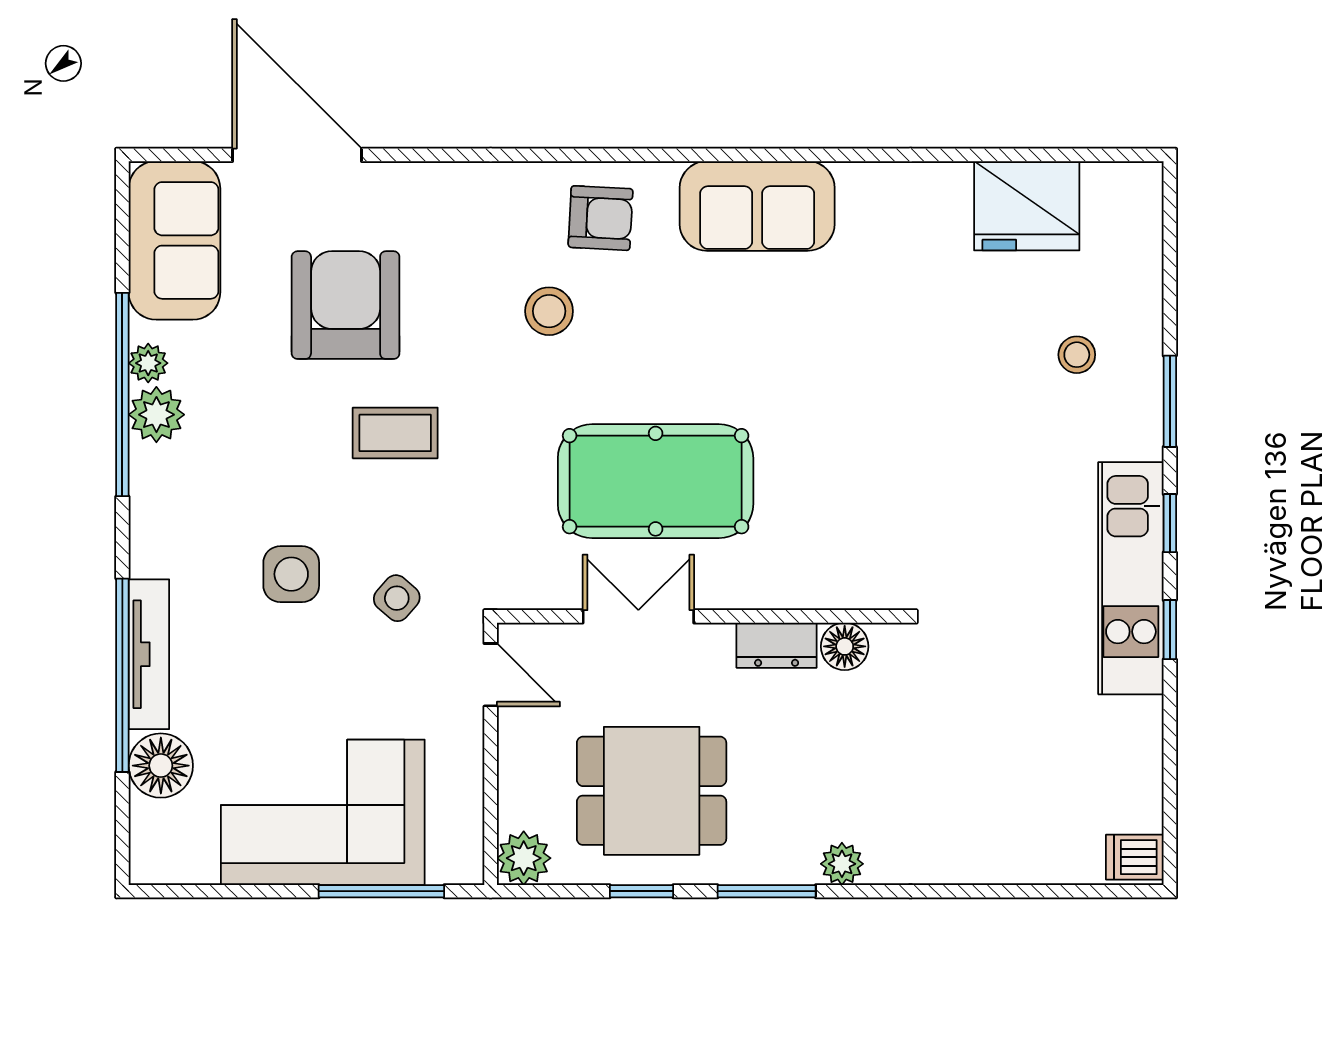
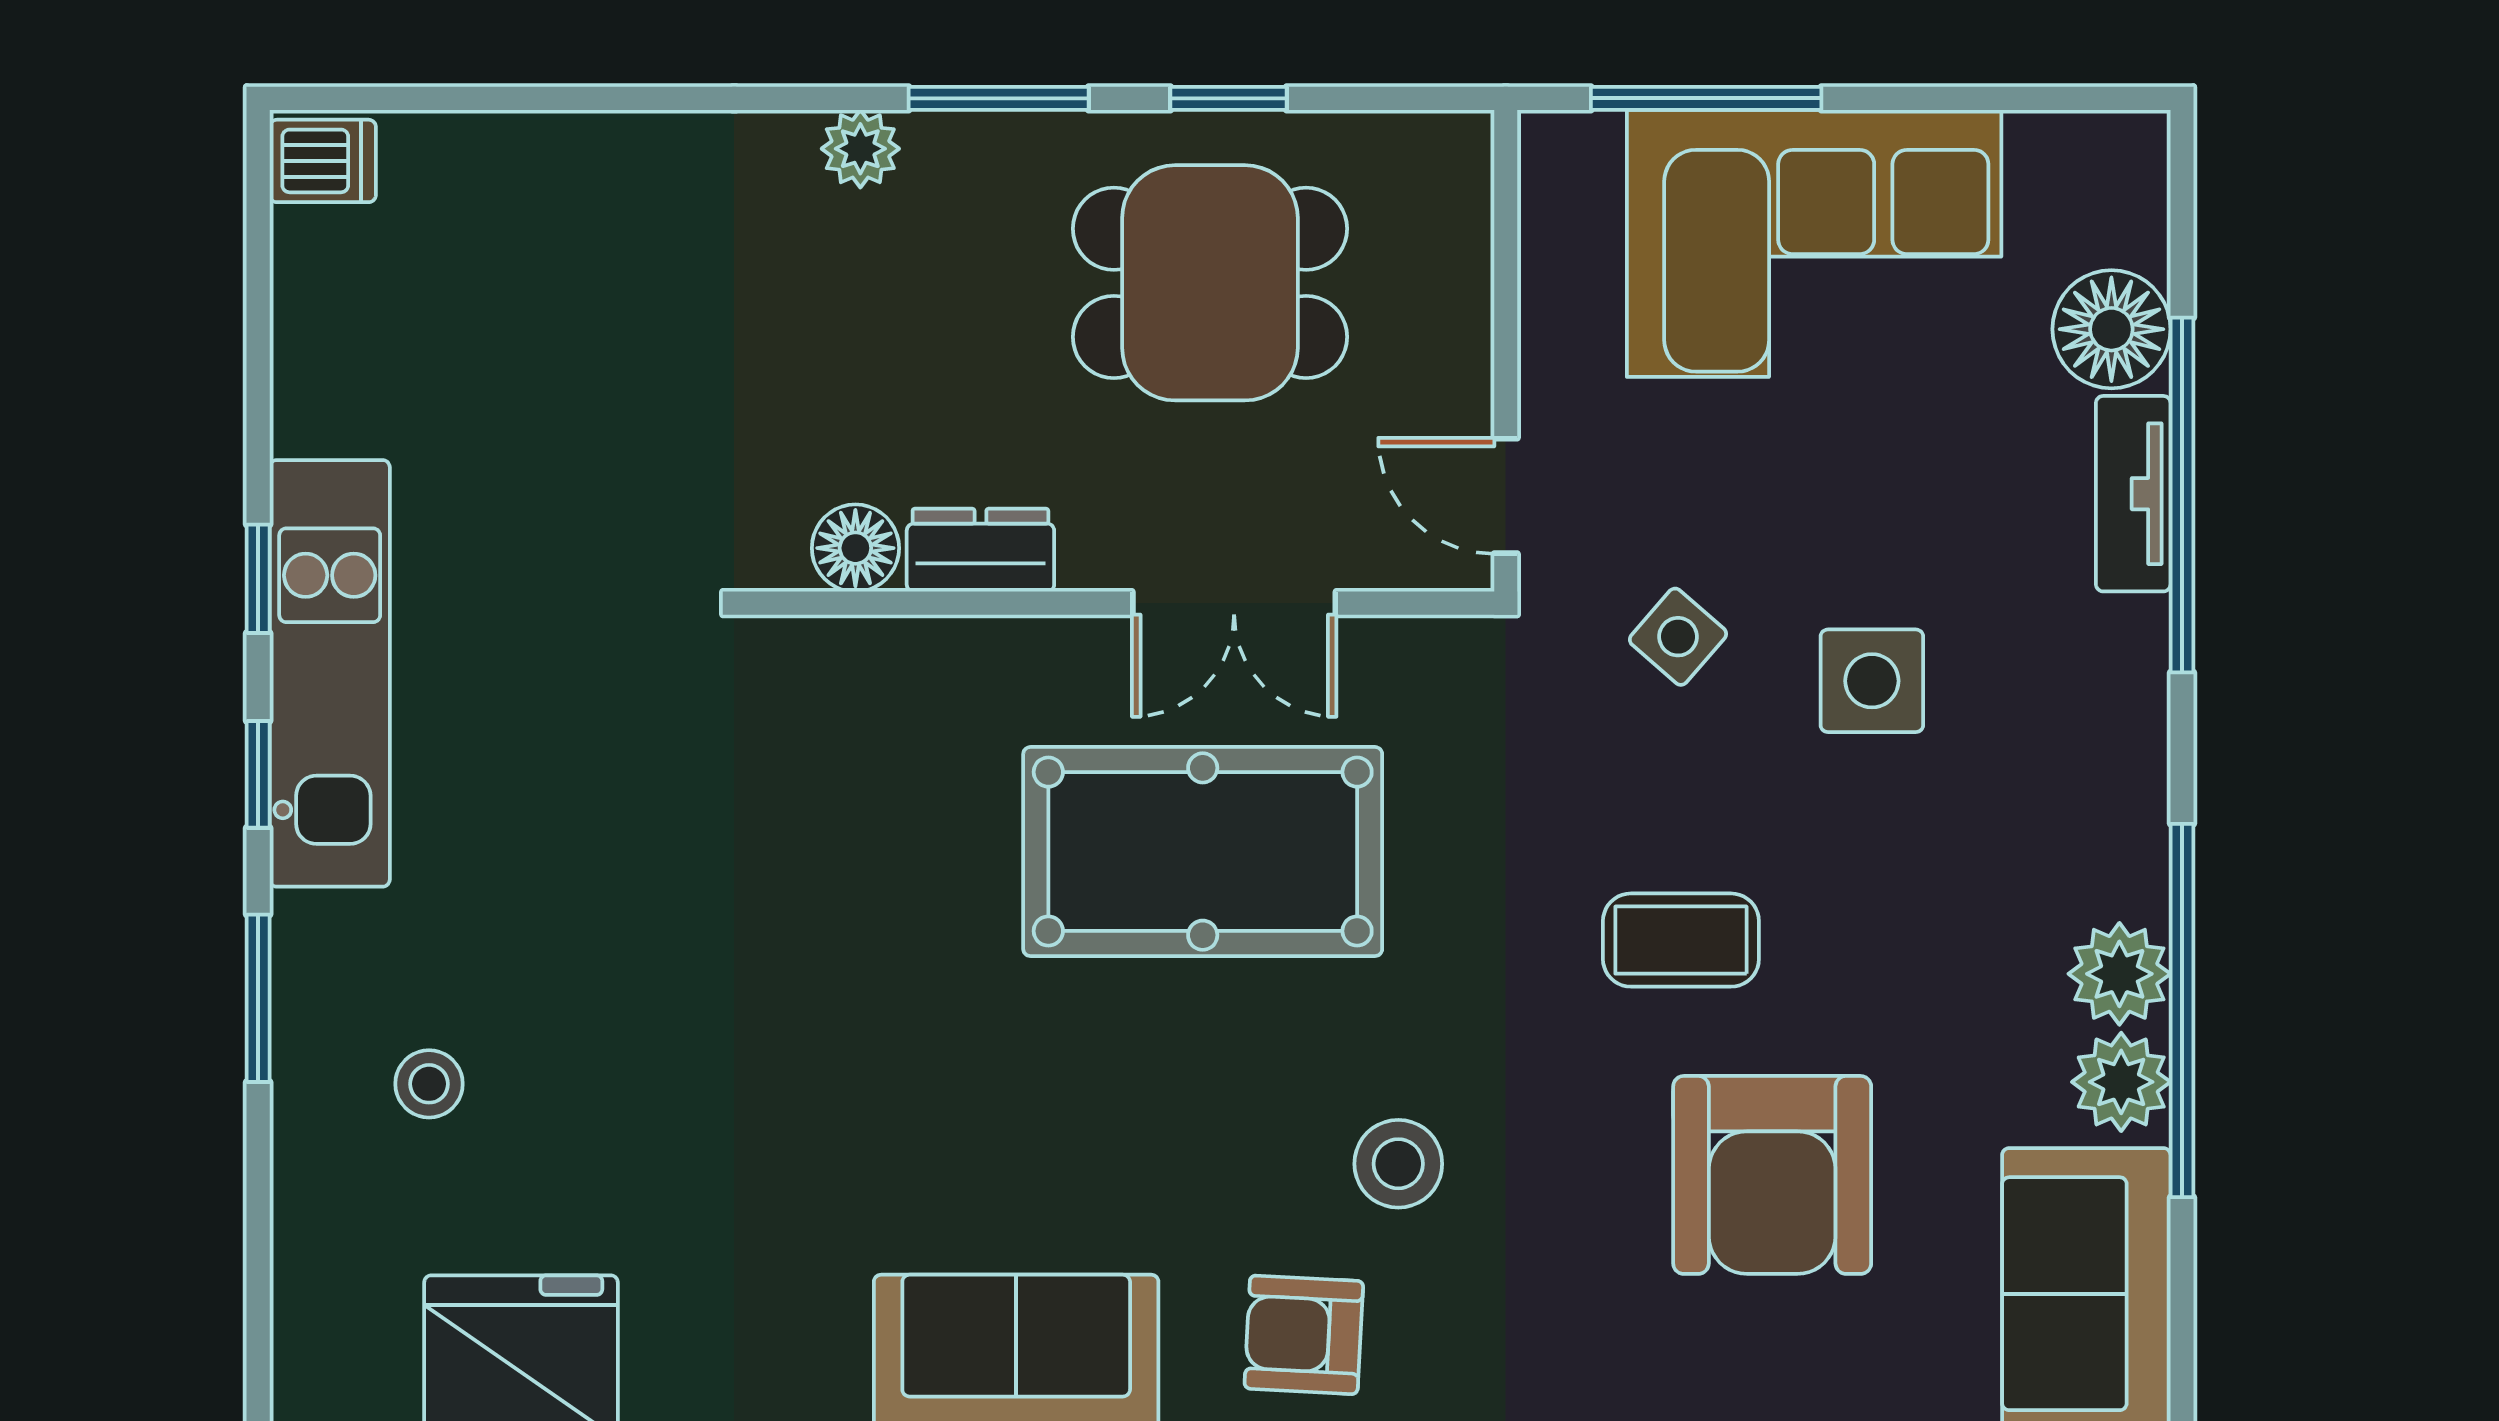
plant: (148, 363) -> (2121, 1082), width x1.38, depth x1.38
tv unit: (149, 654) -> (2133, 494), width x0.71
plant: (524, 858) -> (1445, 159), removed

